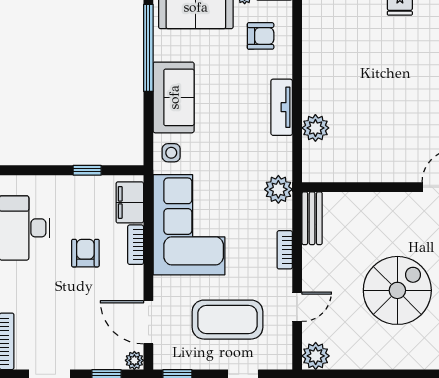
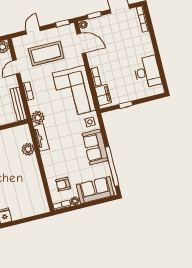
tv unit: (282, 107) -> (41, 138), moved
bench: (312, 218) -> (18, 104), width x1.36
armchair: (85, 253) -> (117, 67), removed

